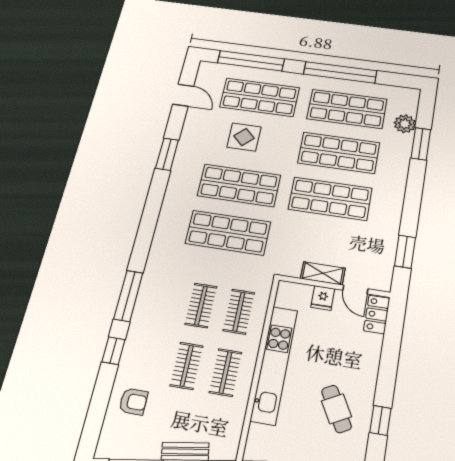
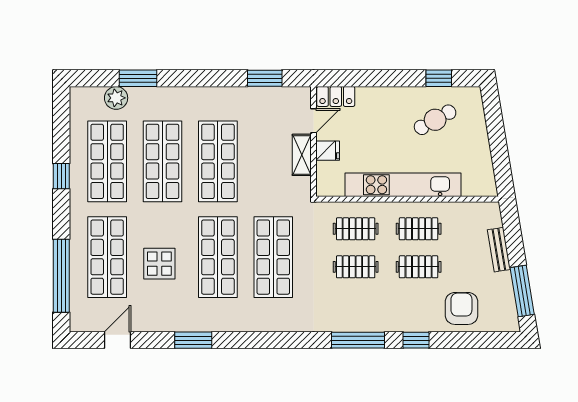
window: (340, 72) -> (61, 176), width x0.32
armchair: (133, 402) -> (461, 308), width x1.38, depth x1.38

